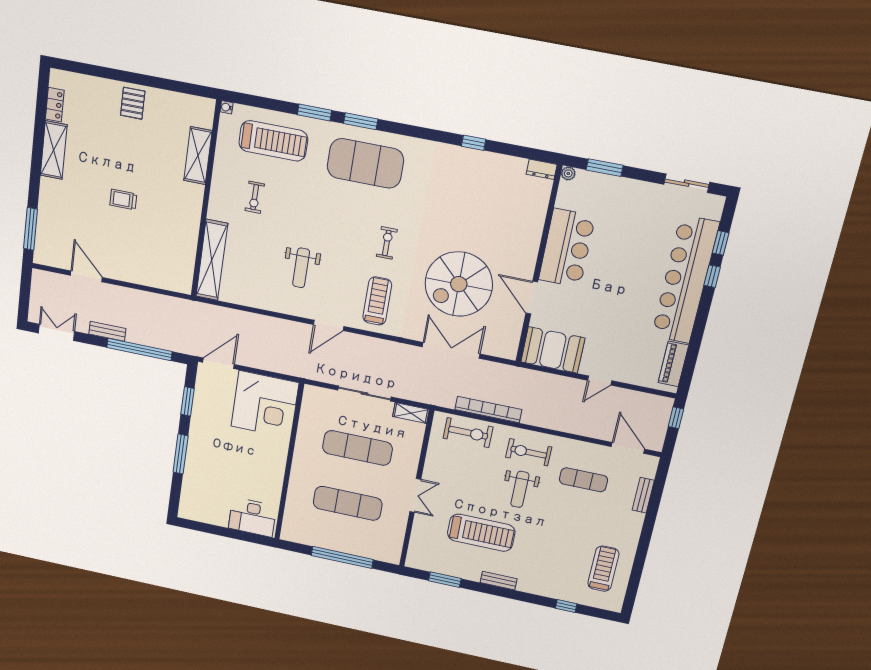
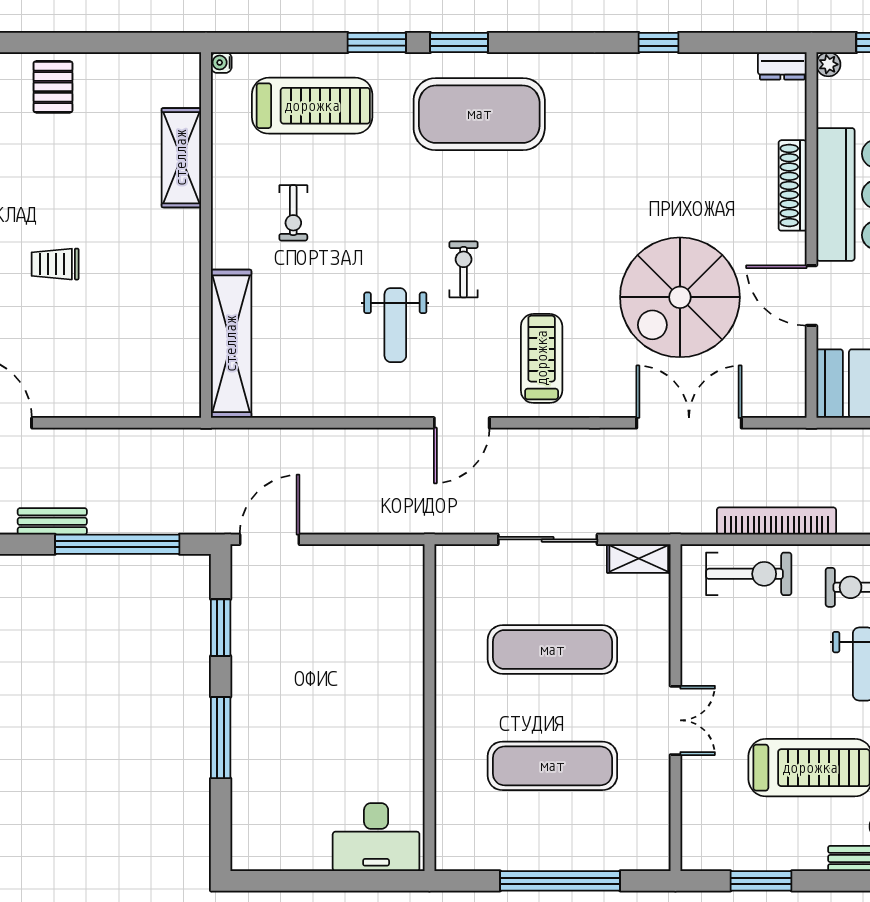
shoe rack: (534, 237) -> (793, 185), added
exercise bike: (387, 243) -> (464, 269), moved
corner desk: (265, 404) -> (367, 602), removed

